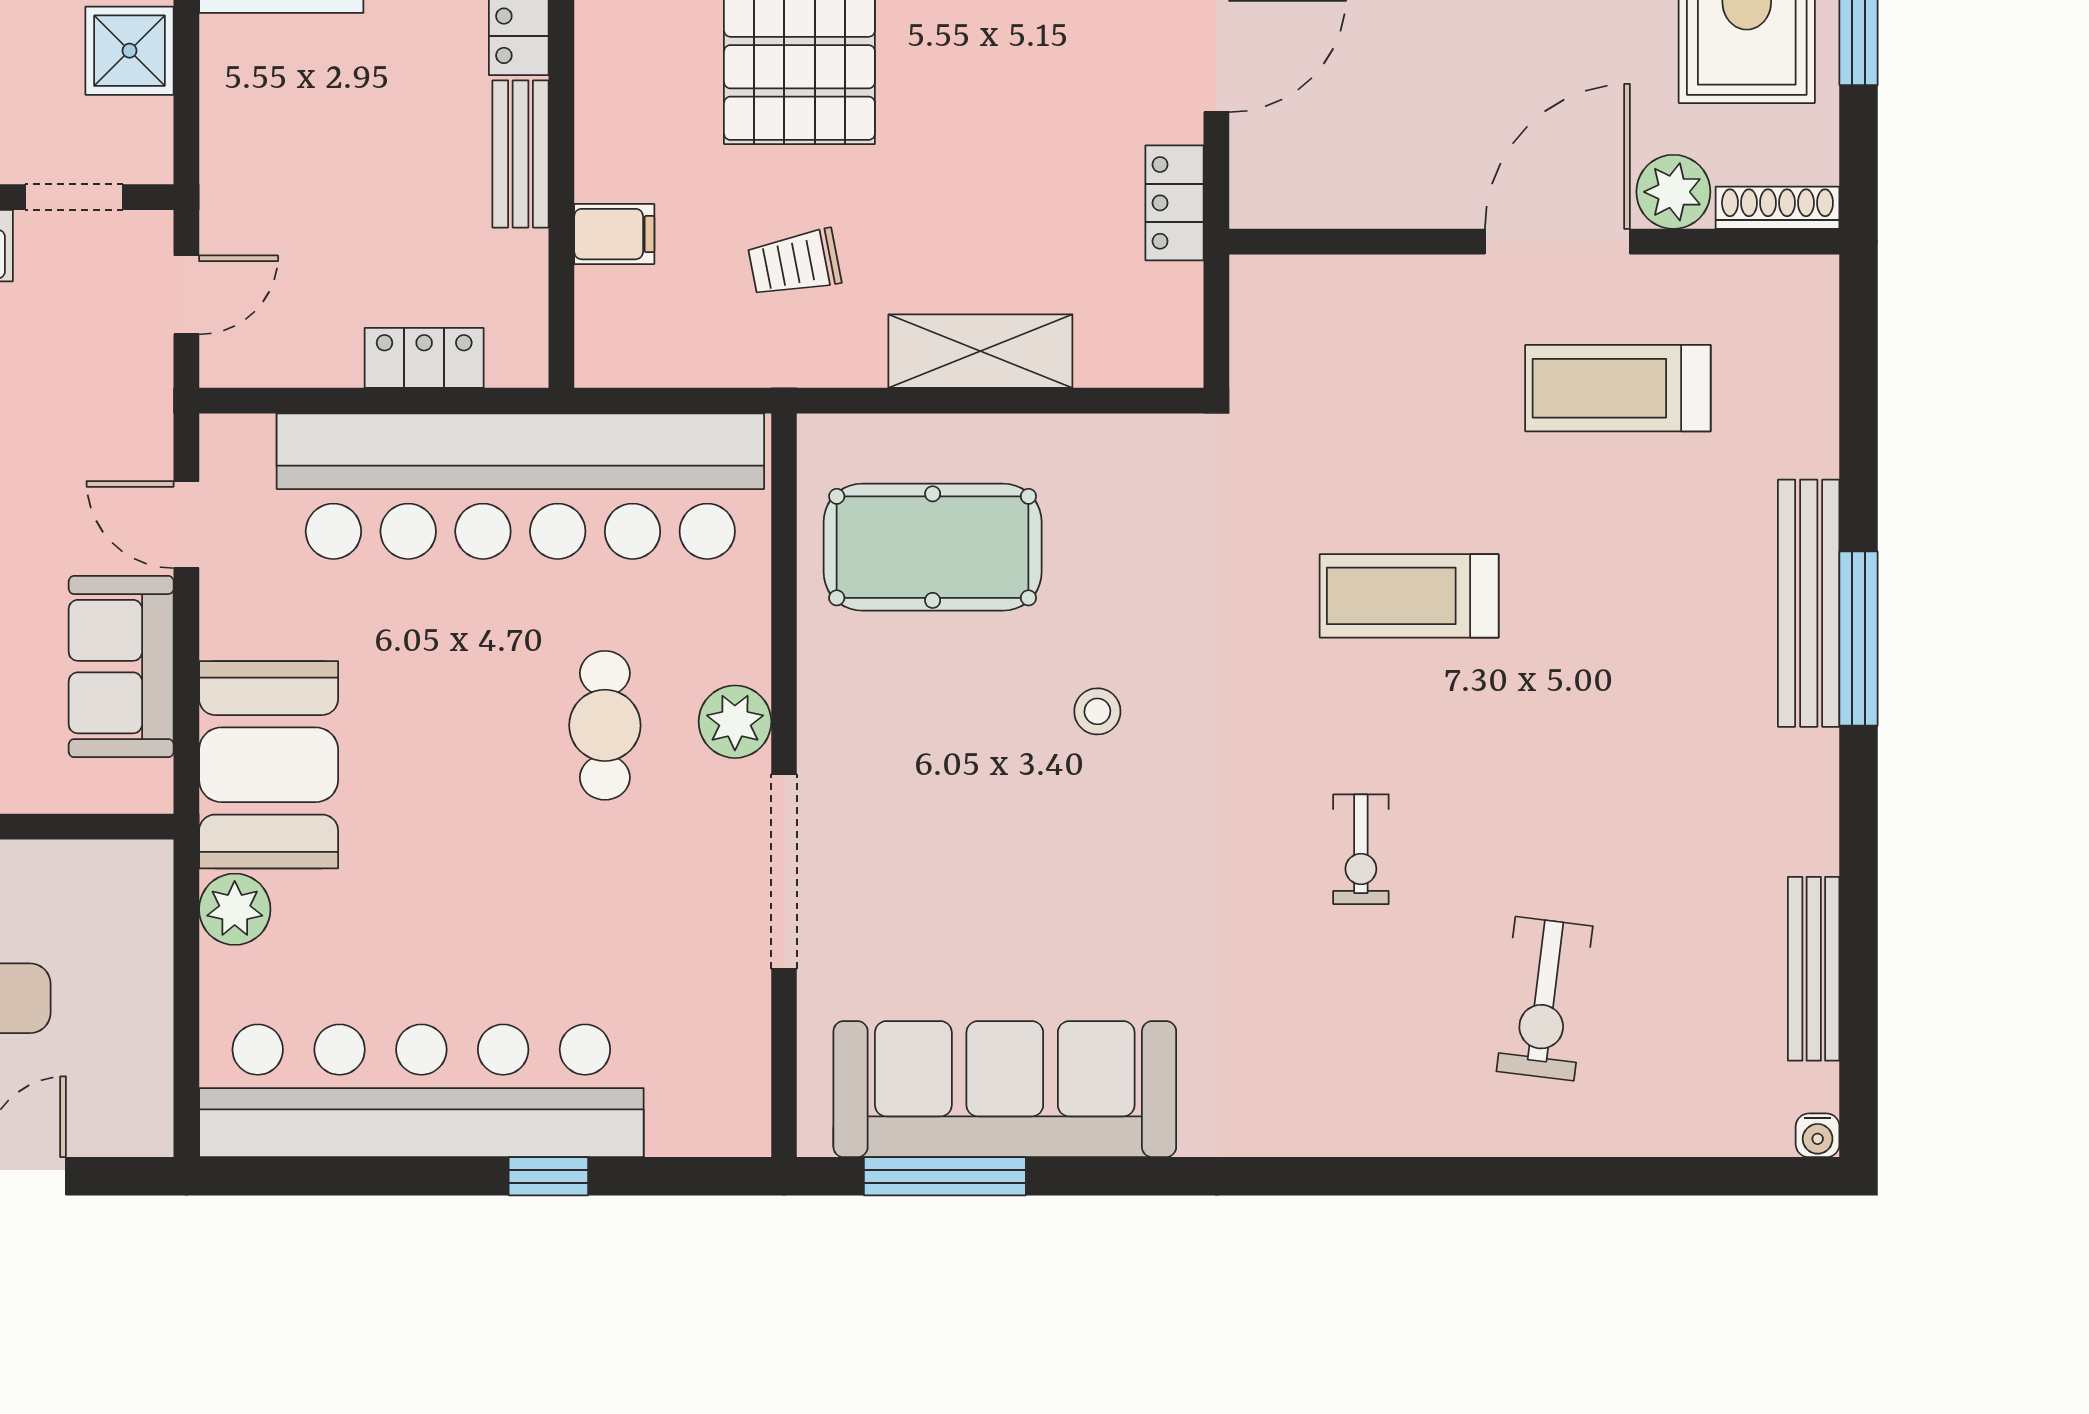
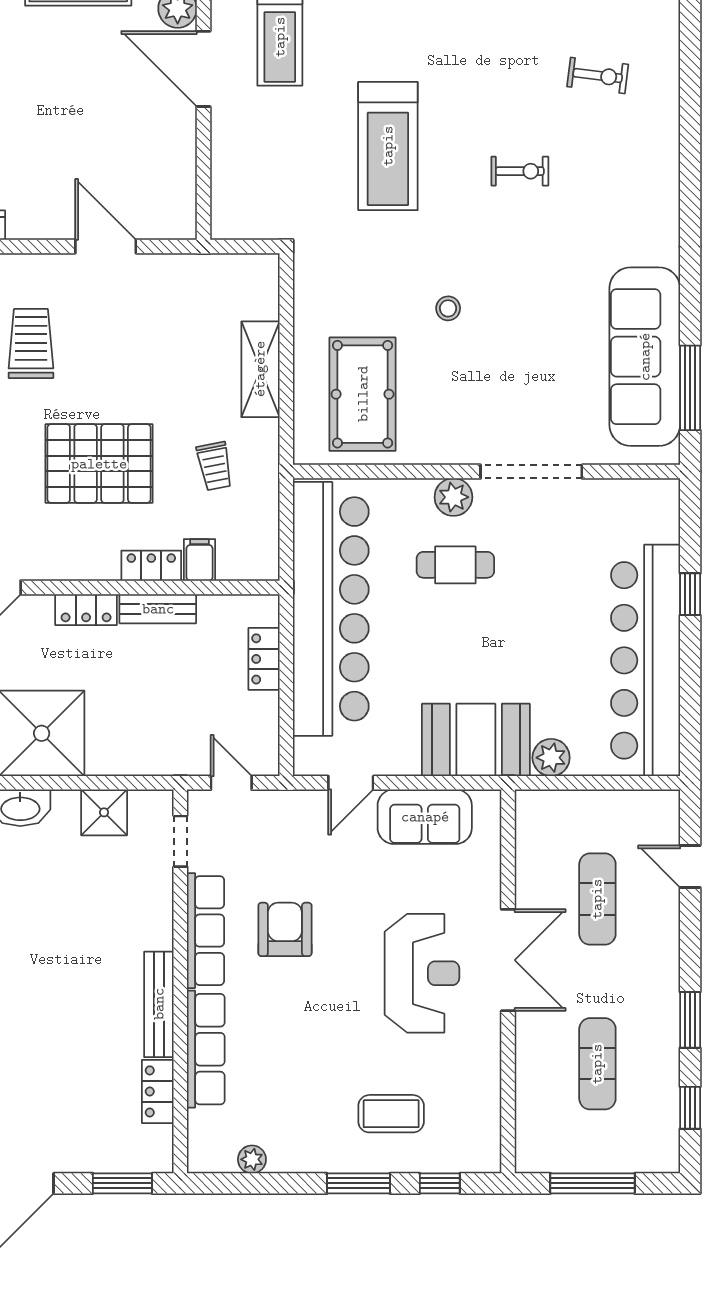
locker: (1175, 203) -> (151, 566), moved, turned 180
treadmill: (1409, 596) -> (388, 146), width x1.37, depth x1.38
exercise bike: (1545, 999) -> (598, 76), width x0.73, depth x0.72

